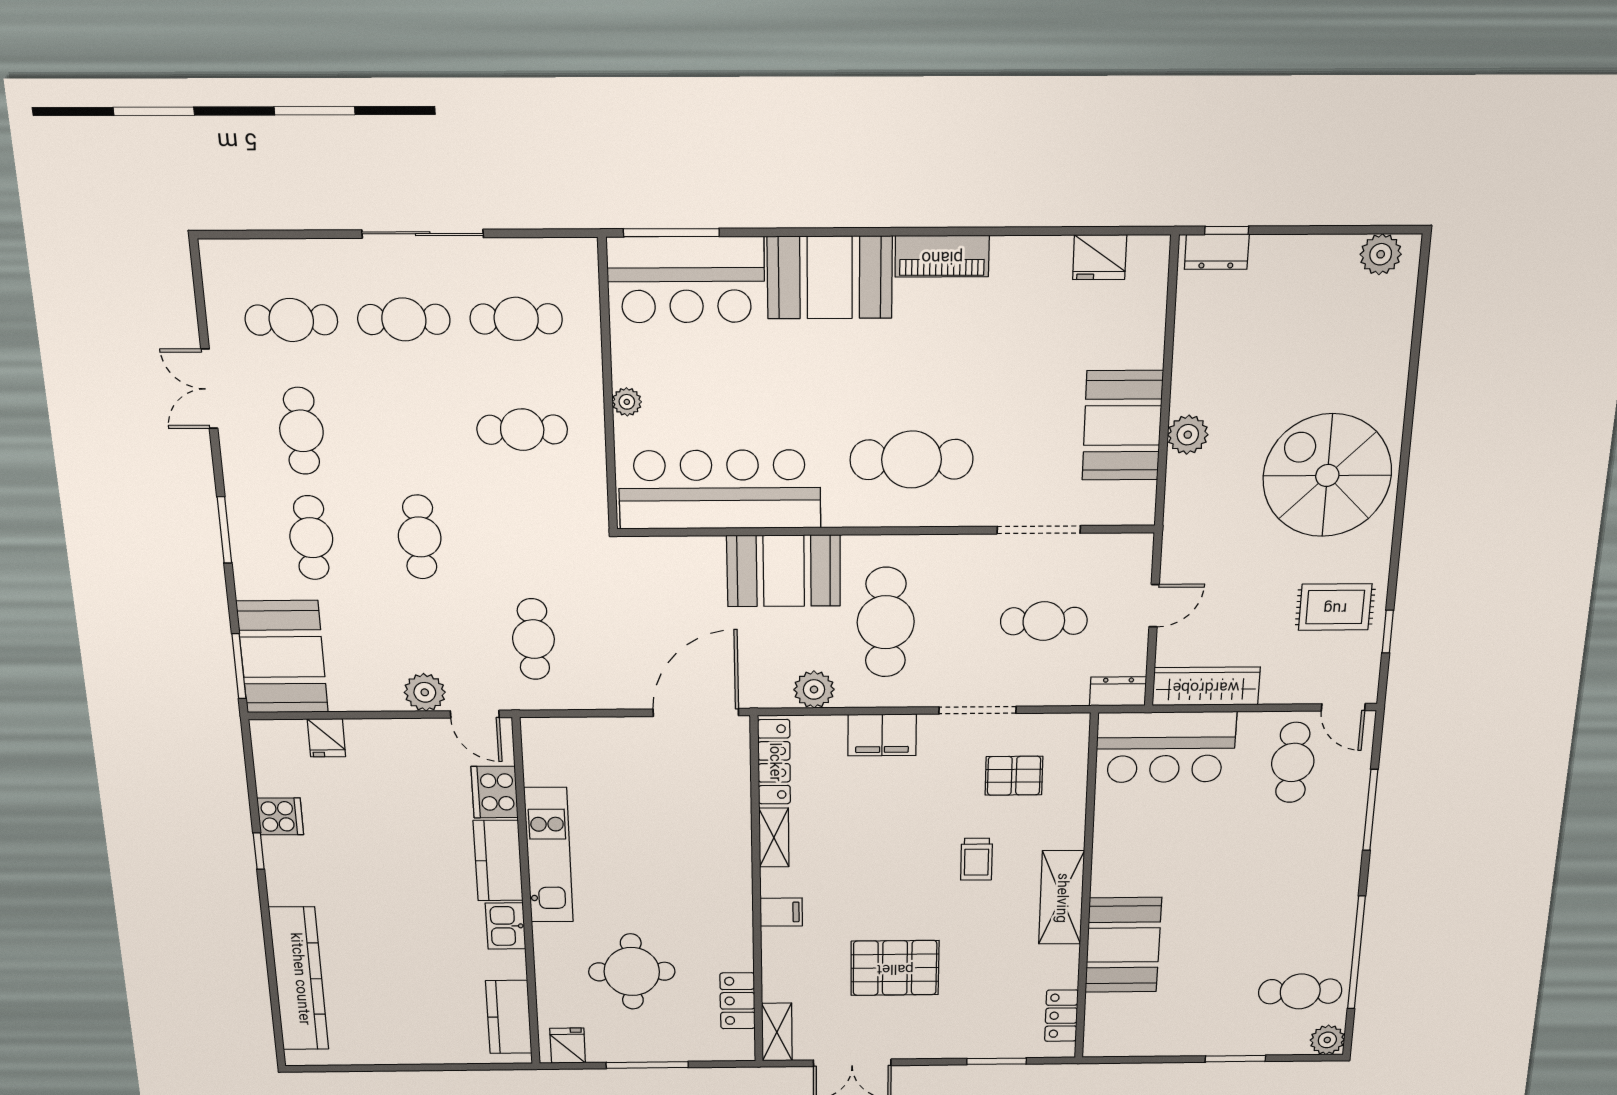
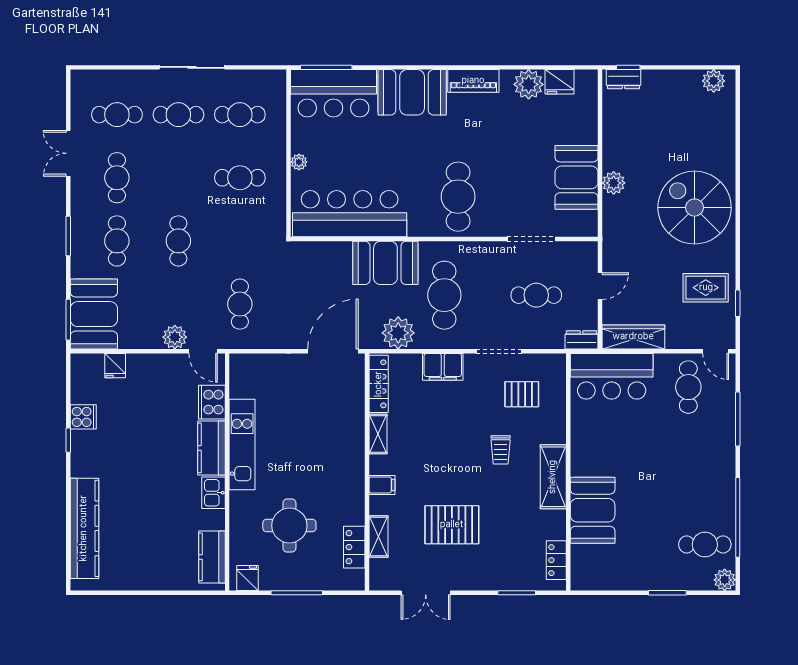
plant: (1043, 262) -> (529, 84), added
cafe table: (912, 460) -> (458, 197), turned 90
plant: (814, 689) -> (398, 333), width x1.36, depth x1.36
shelving: (777, 1032) -> (378, 537), moved

